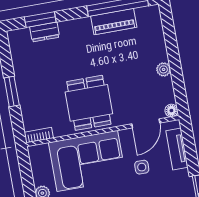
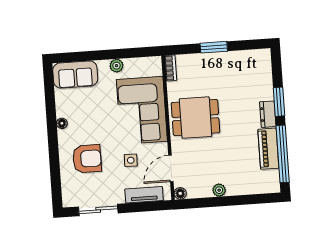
window: (40, 20) -> (279, 102), moved
dresser: (45, 32) -> (268, 114), moved
door: (146, 123) -> (171, 168), hinge flipped

